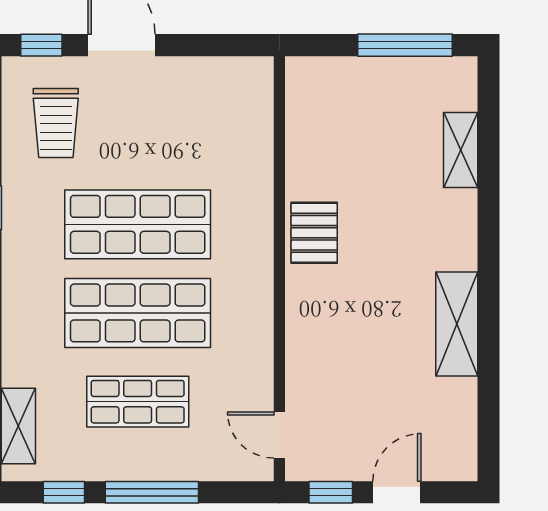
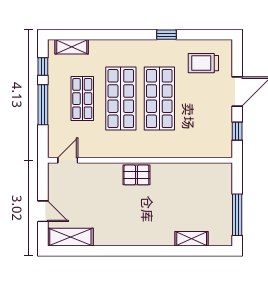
window: (41, 45) -> (237, 131), moved
pallet: (314, 233) -> (136, 175), moved
shelving: (457, 324) -> (70, 237), moved
window: (331, 492) -> (43, 183), removed

